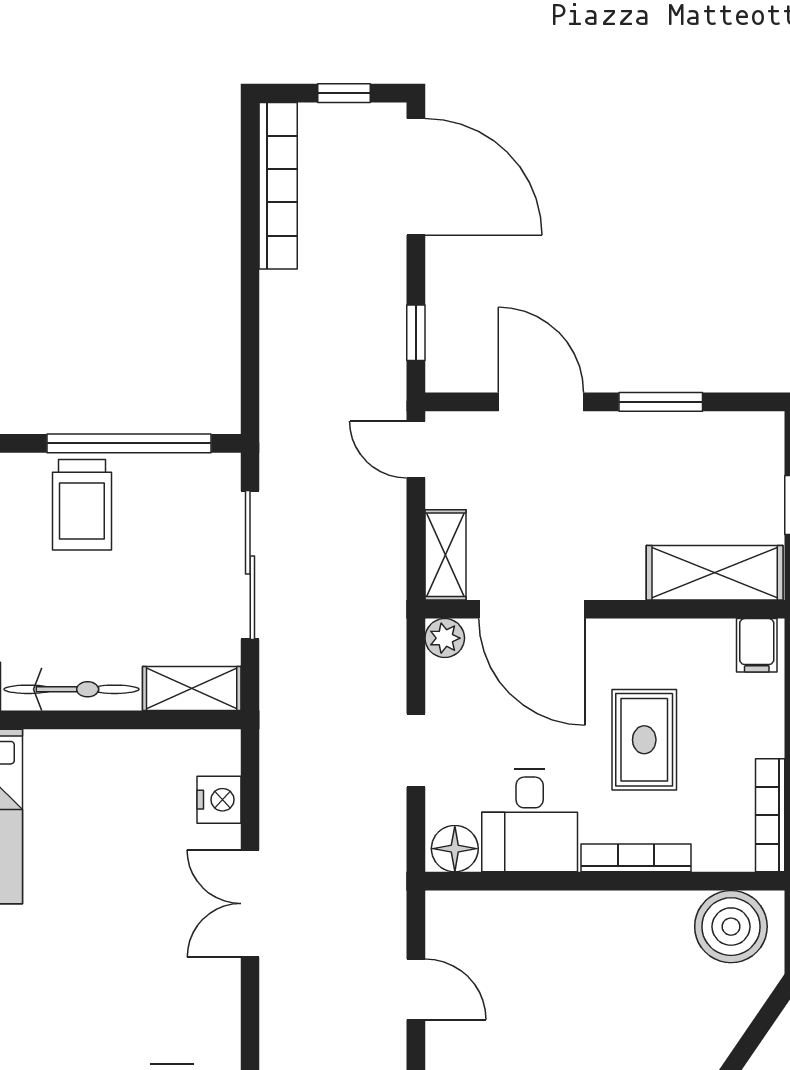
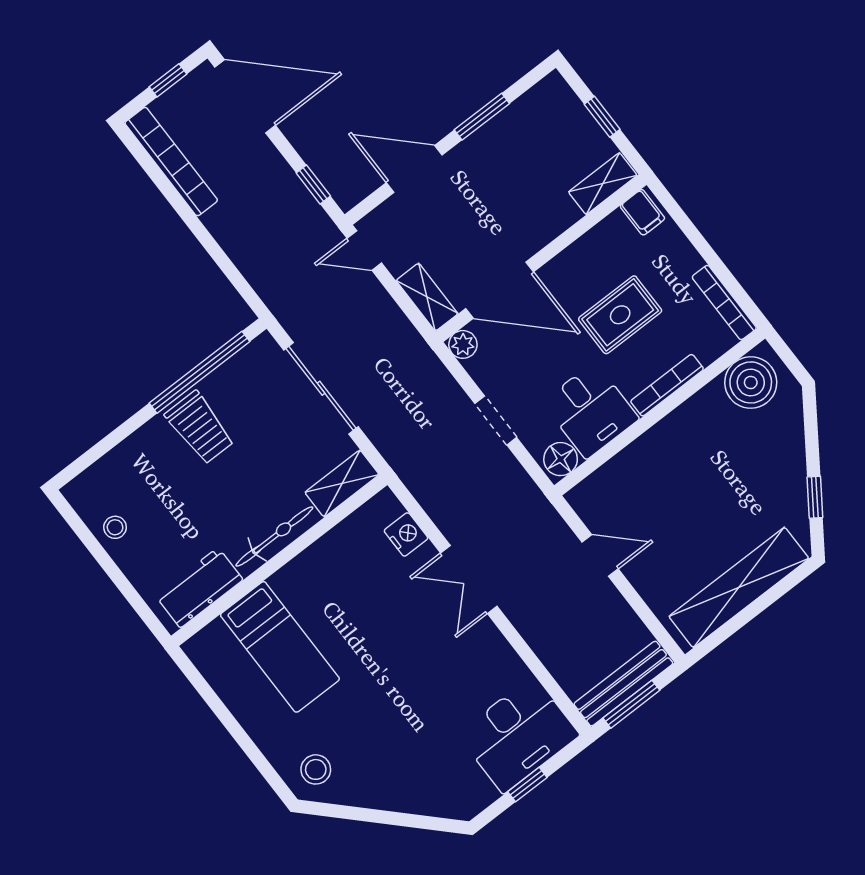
shelving: (715, 573) -> (603, 184), width x0.67, depth x0.75
rug: (644, 740) -> (620, 315), turned 90

